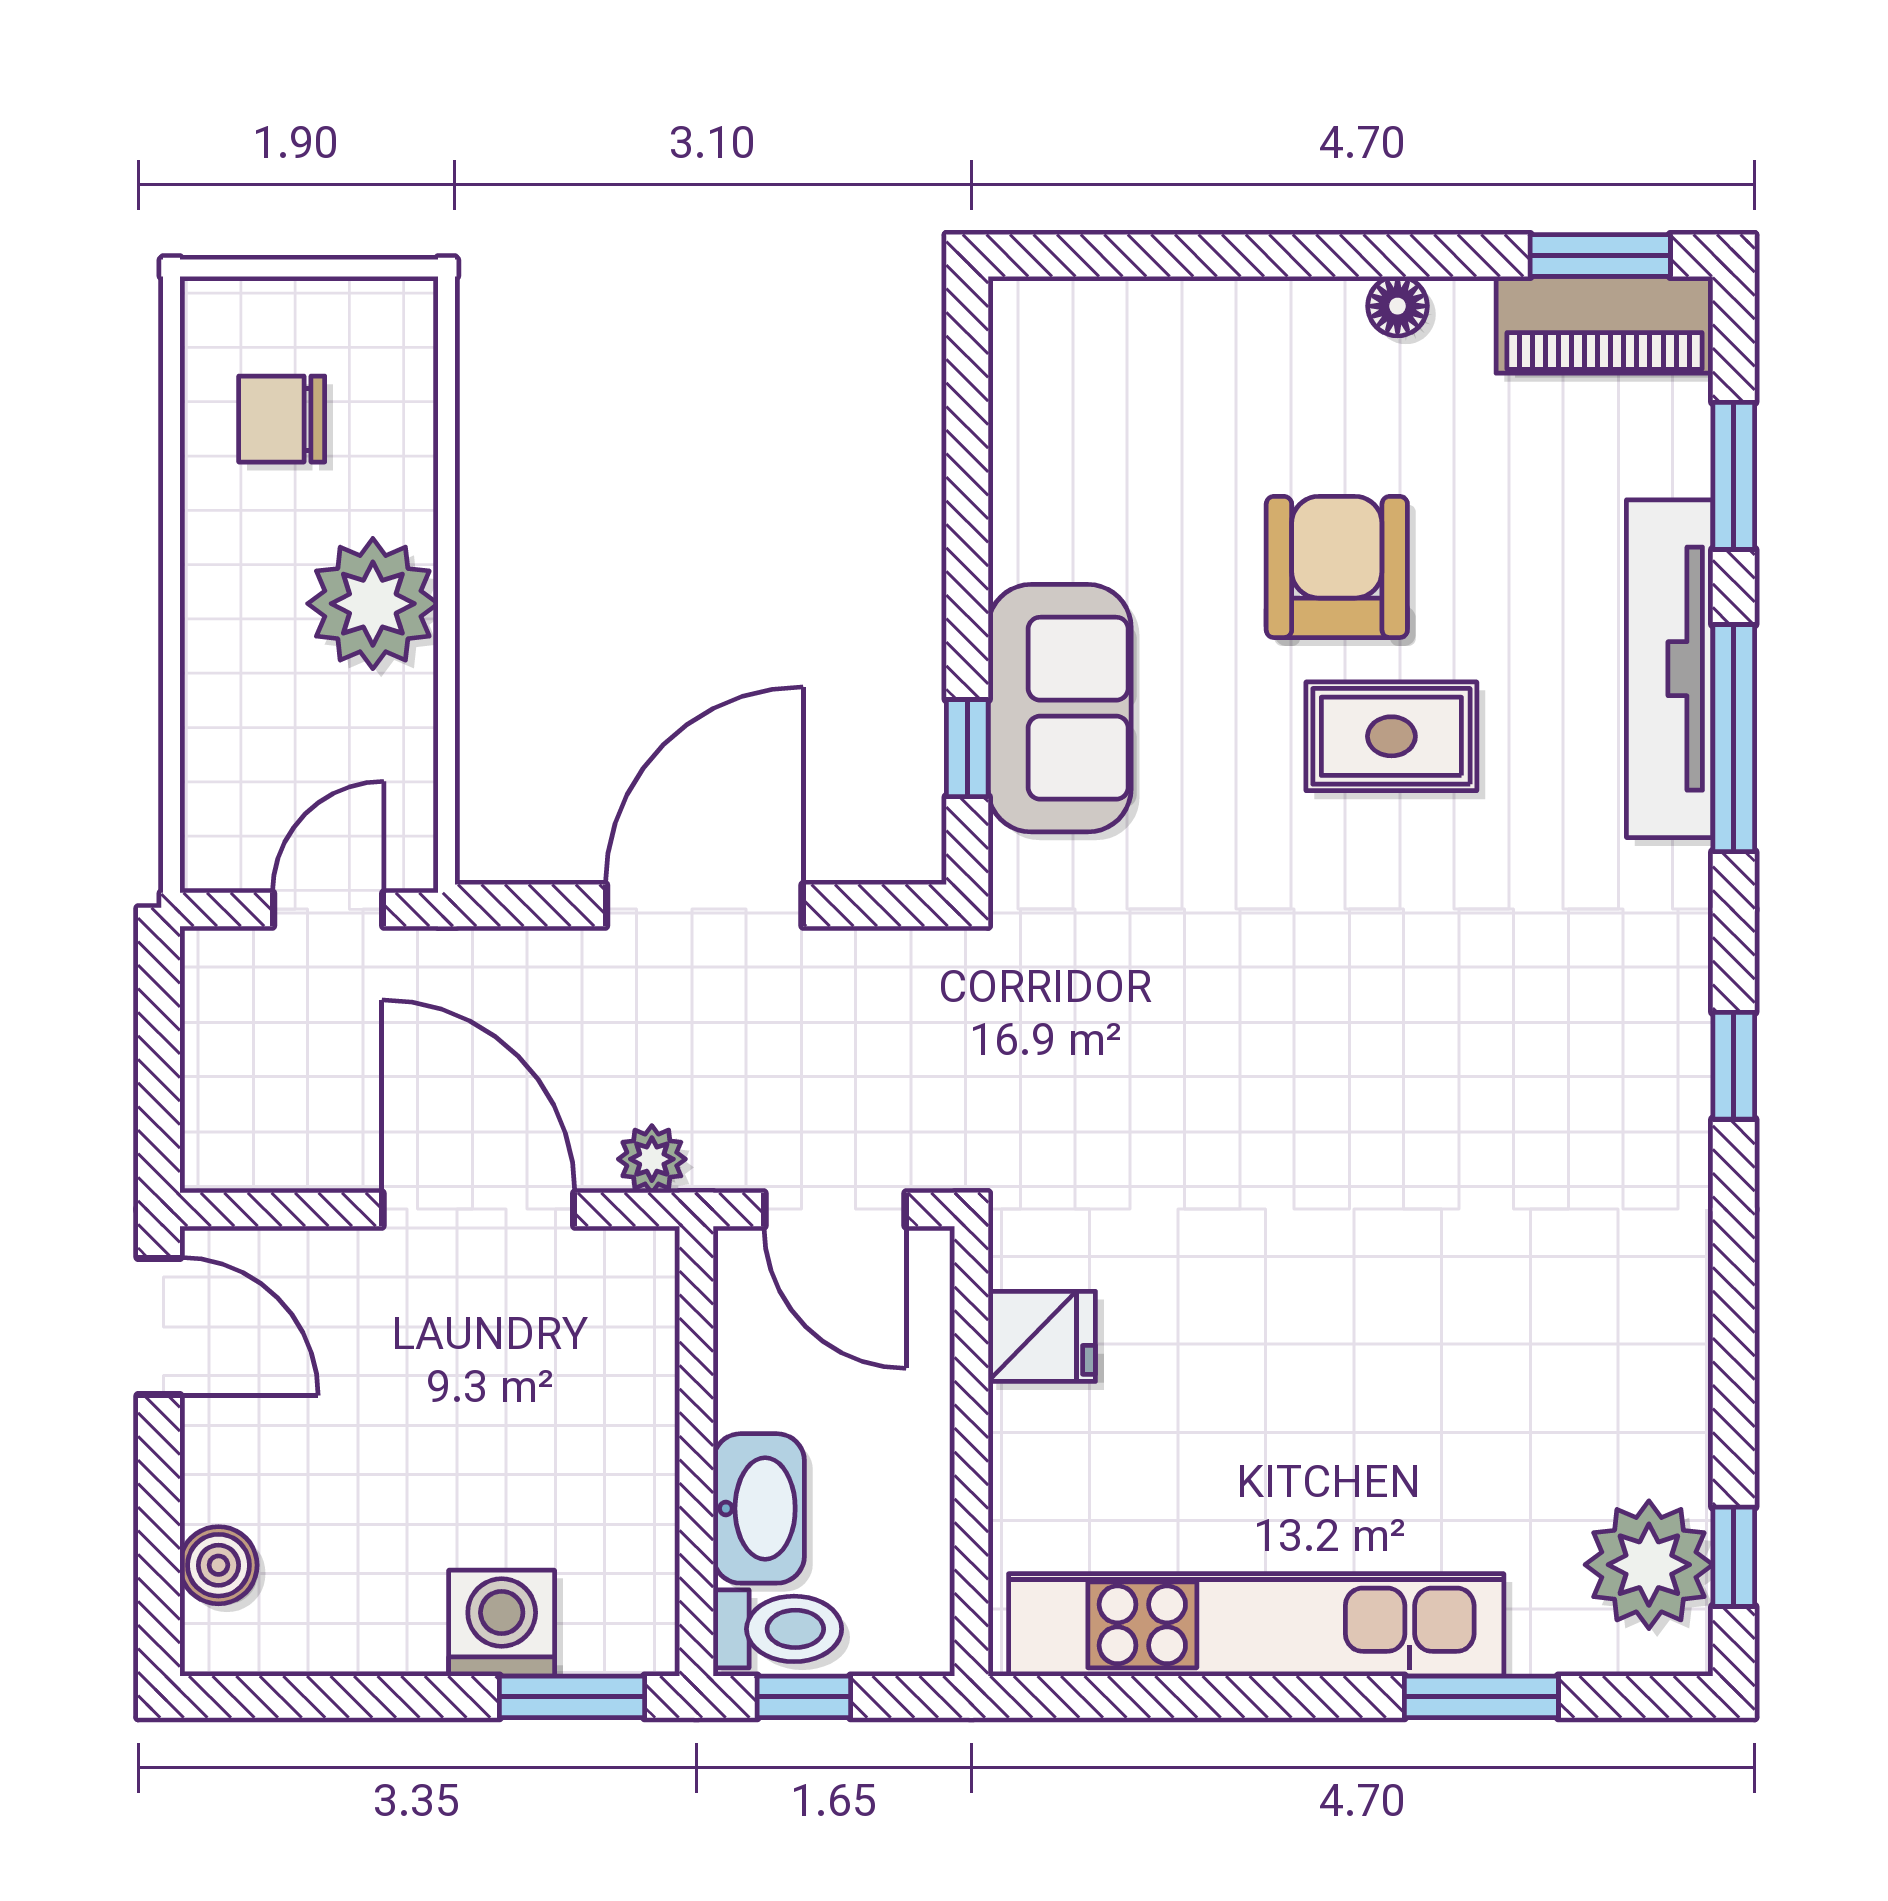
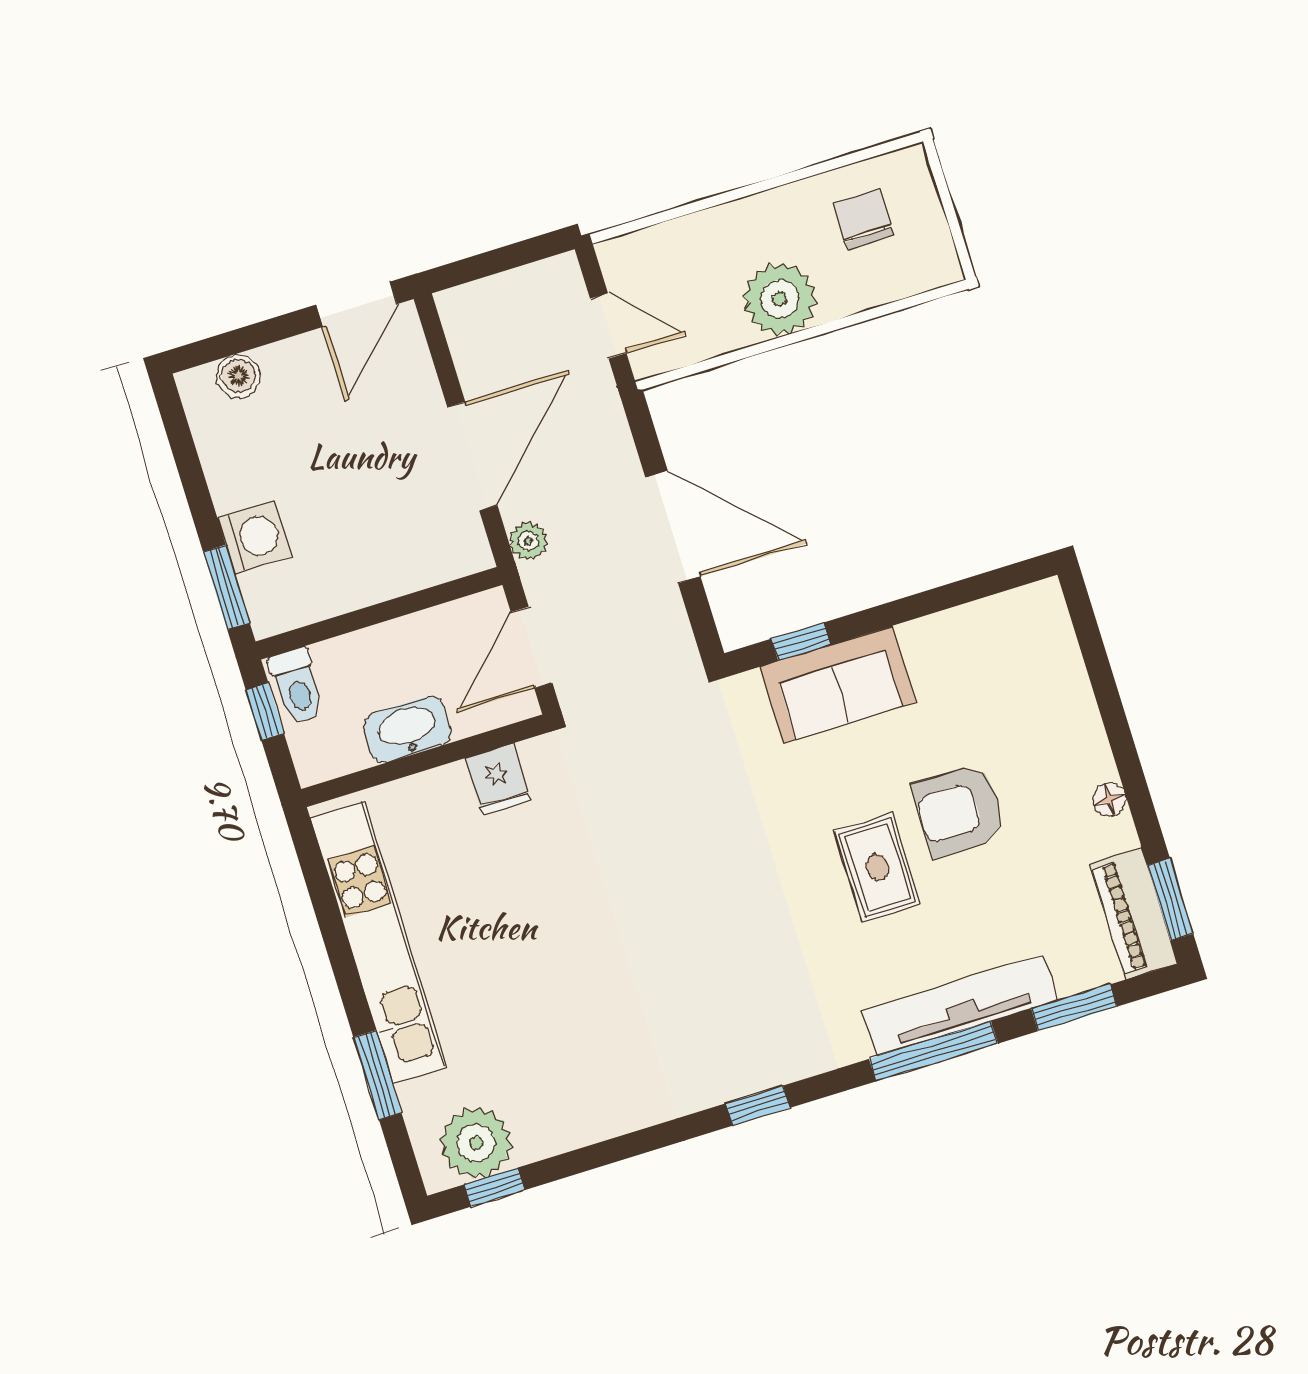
armchair: (1337, 567) -> (959, 810), turned 180
washbasin: (759, 1508) -> (407, 729), moved, turned 180

